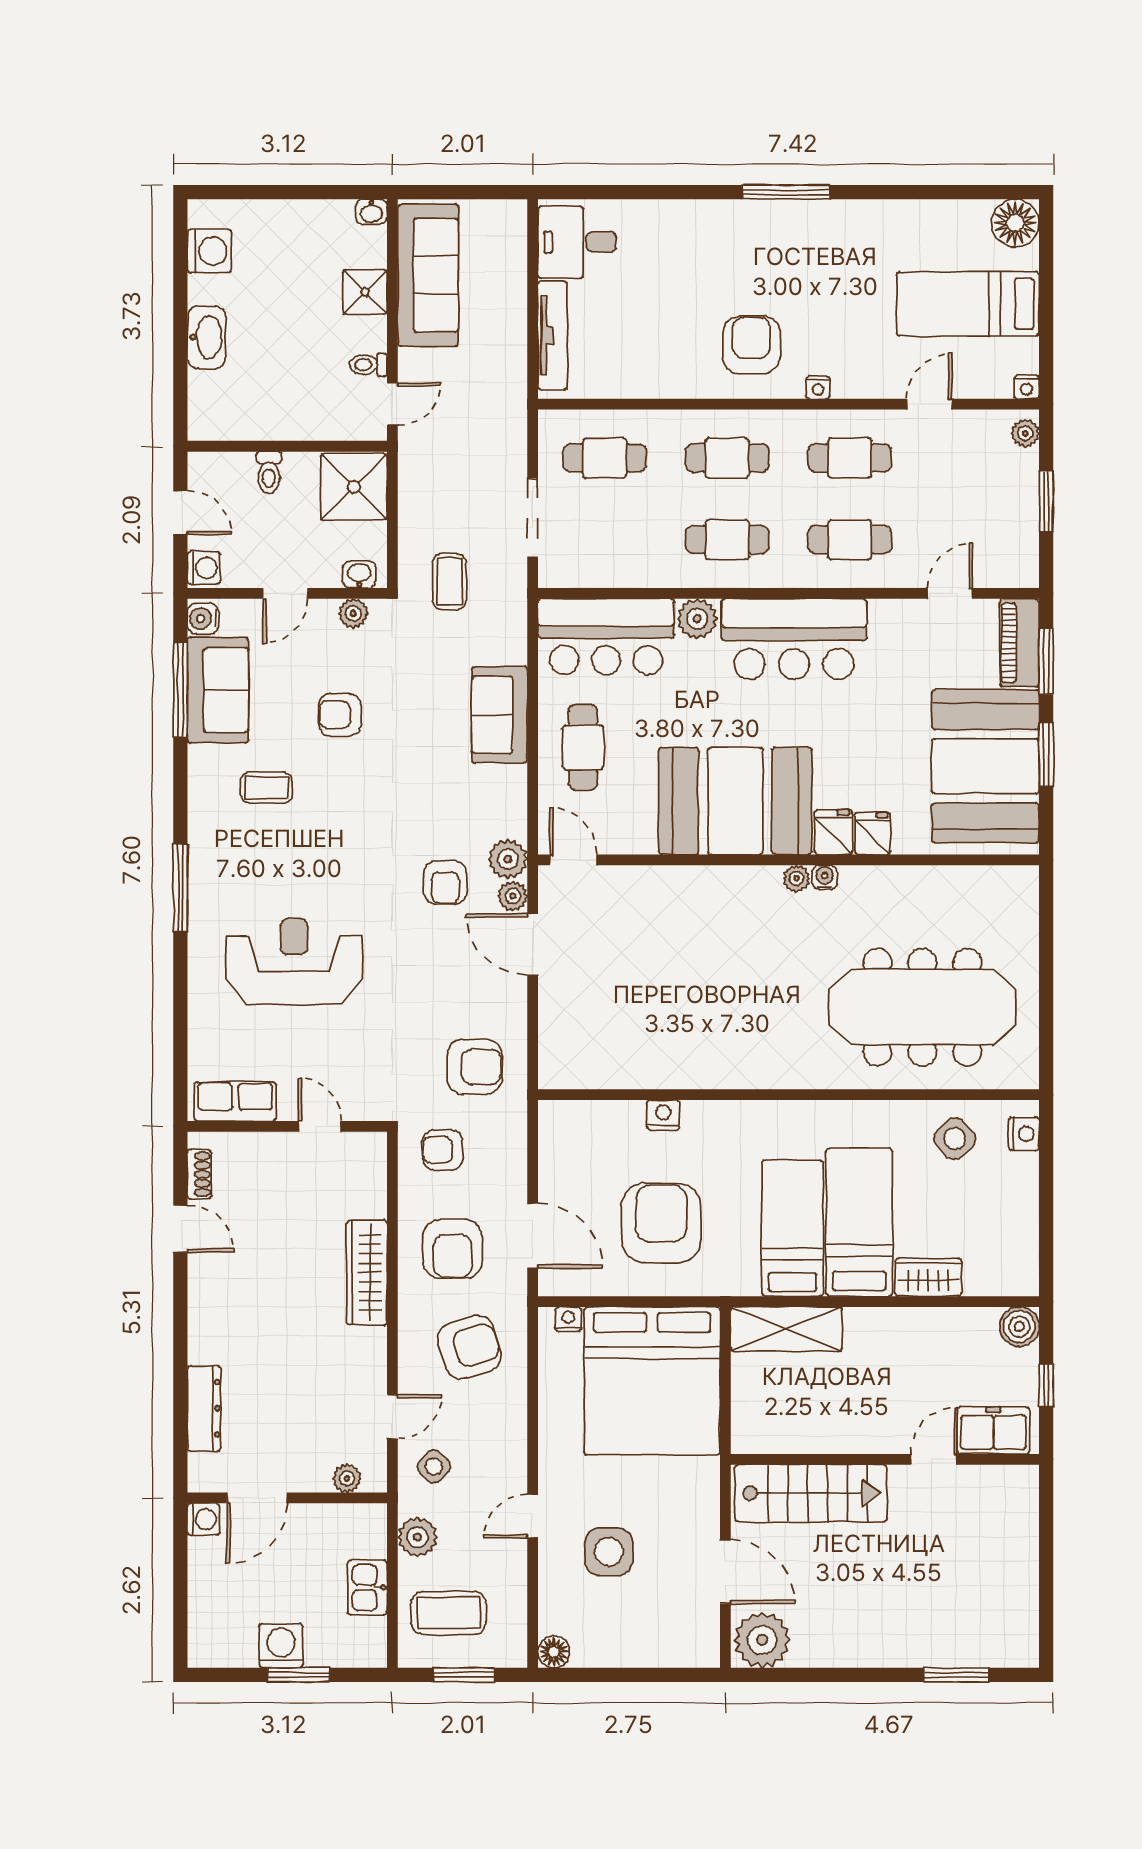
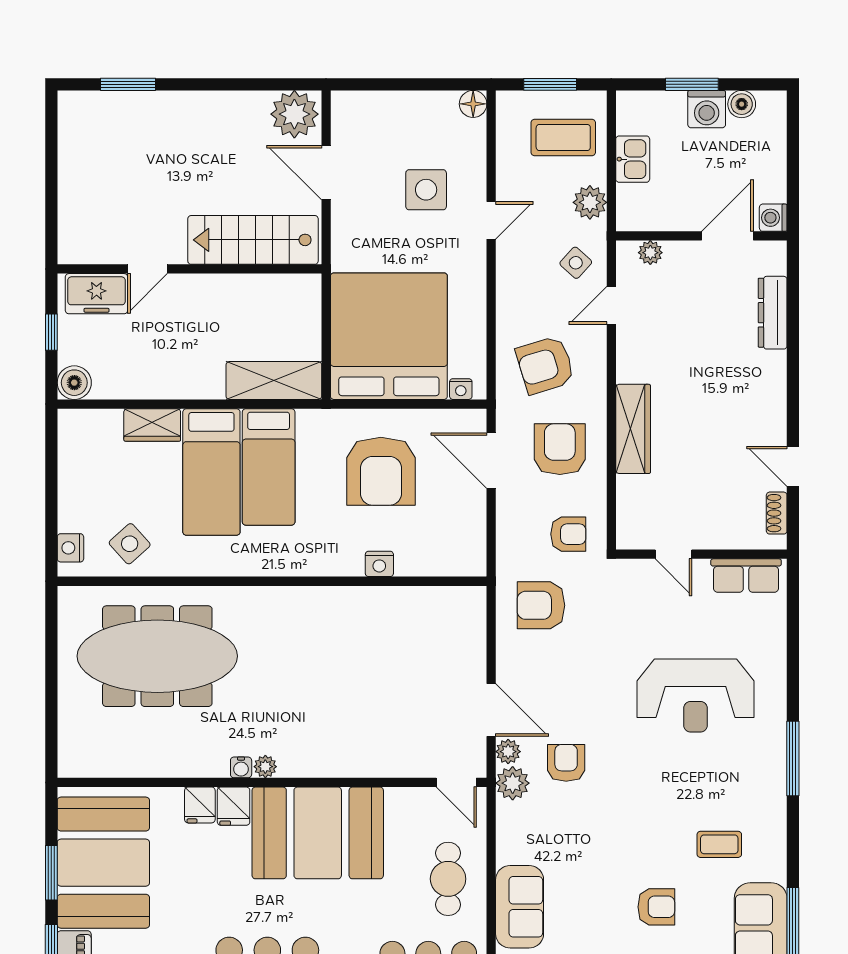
boiler: (240, 1652) -> (742, 104), added

